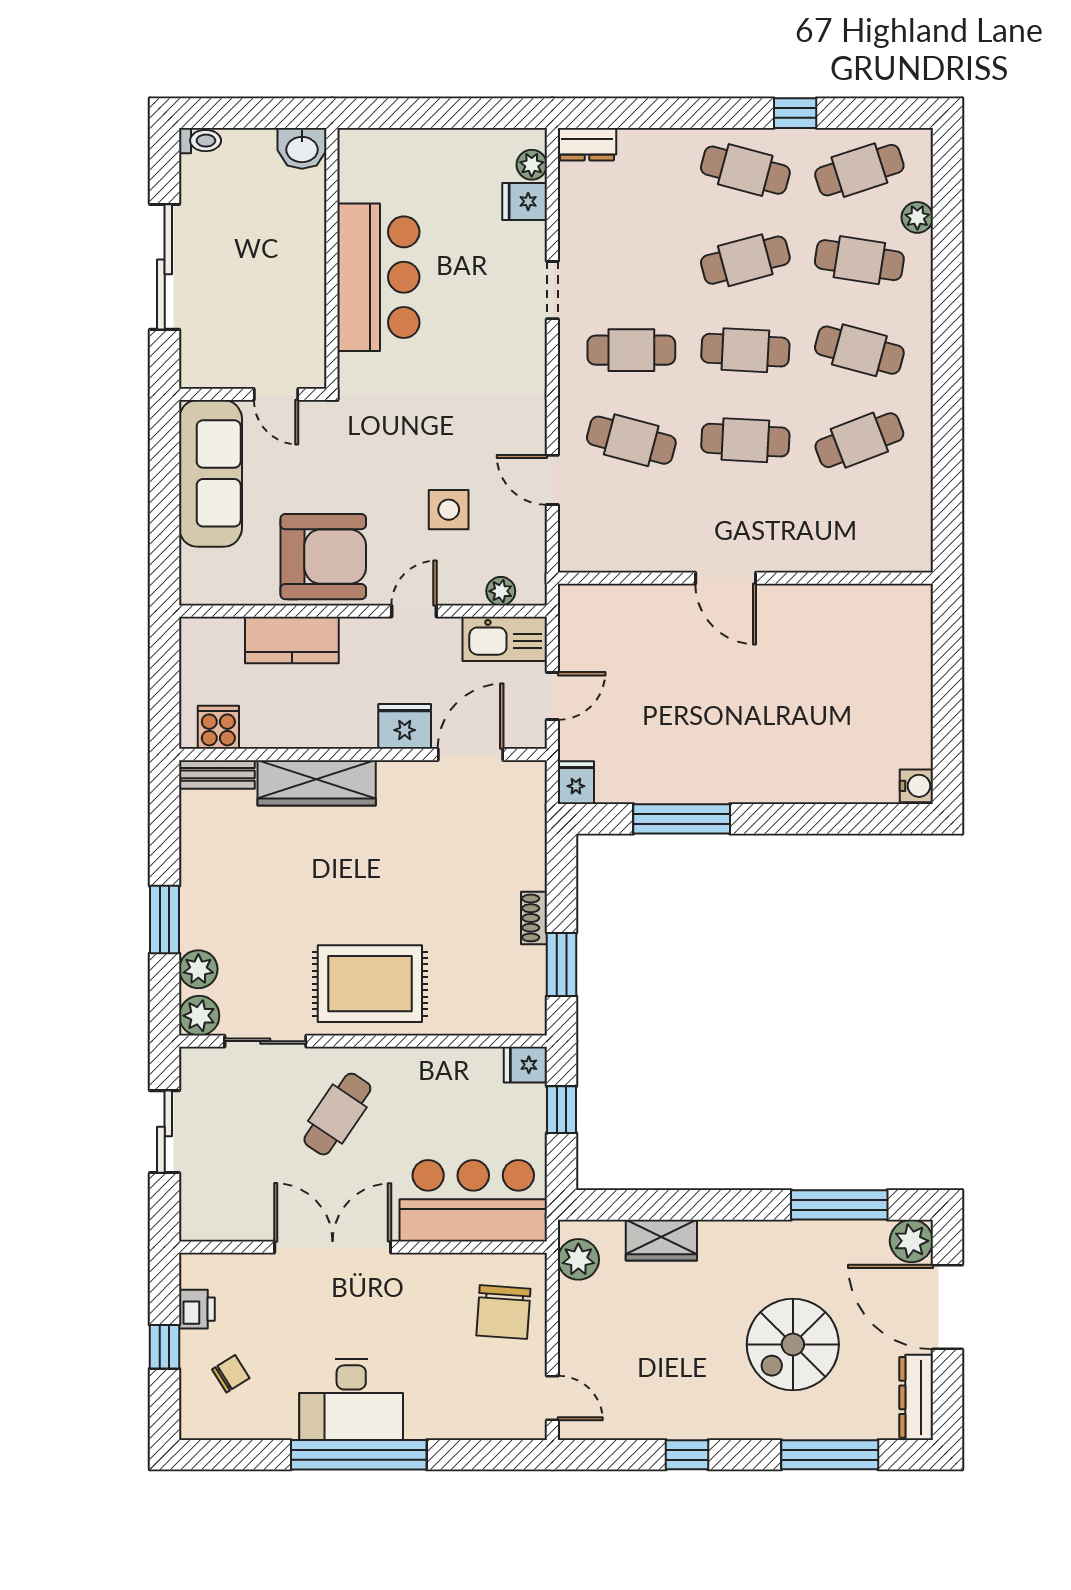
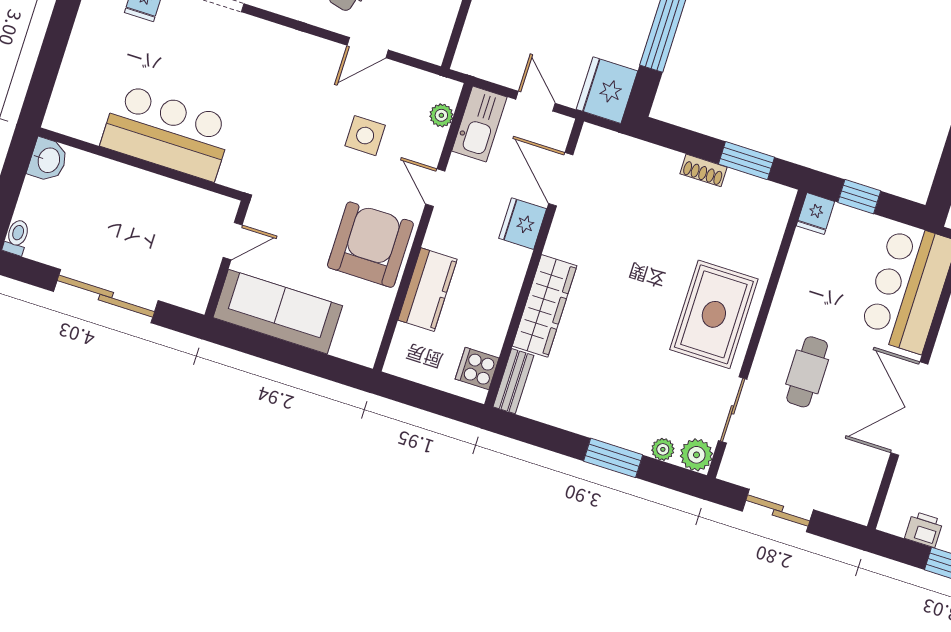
fridge: (576, 783) -> (607, 90), width x1.88, depth x1.34
plant: (198, 969) -> (663, 449), width x0.73, depth x0.73
cafe table: (337, 1114) -> (807, 372), turned 56

